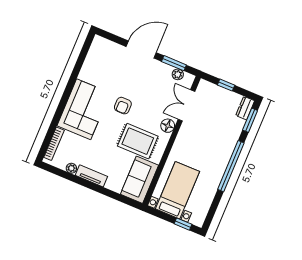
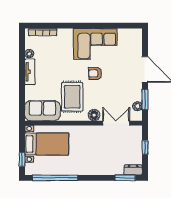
corner sofa: (84, 109) -> (95, 44), moved
window: (231, 166) -> (55, 178), moved

